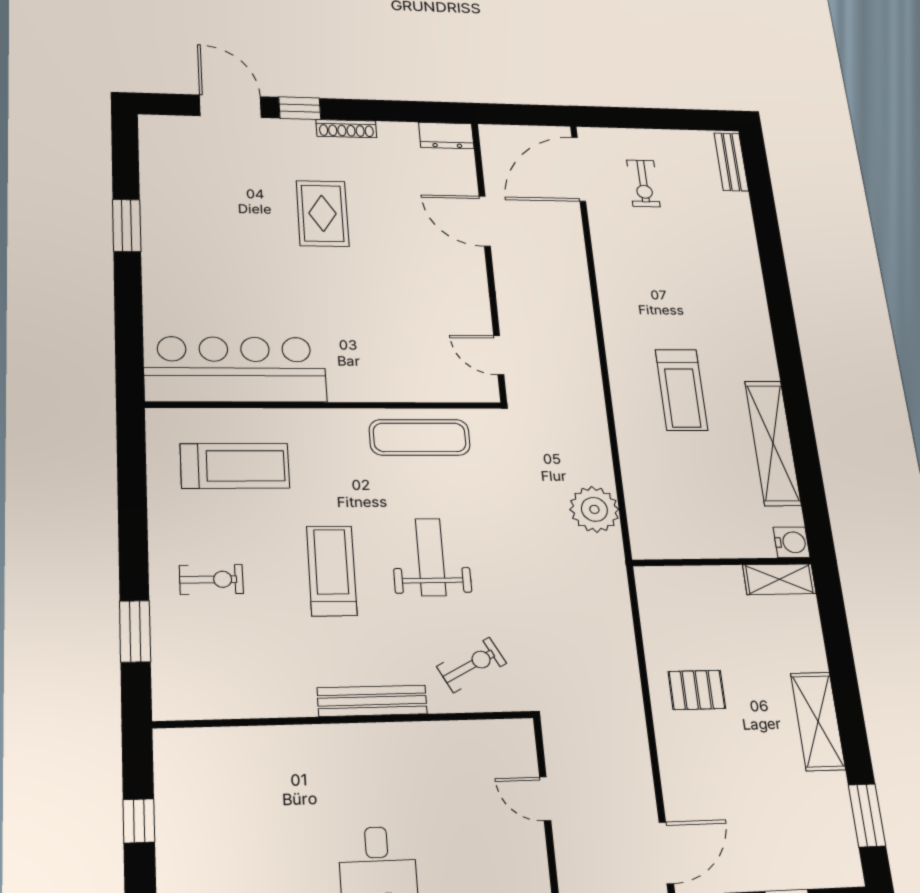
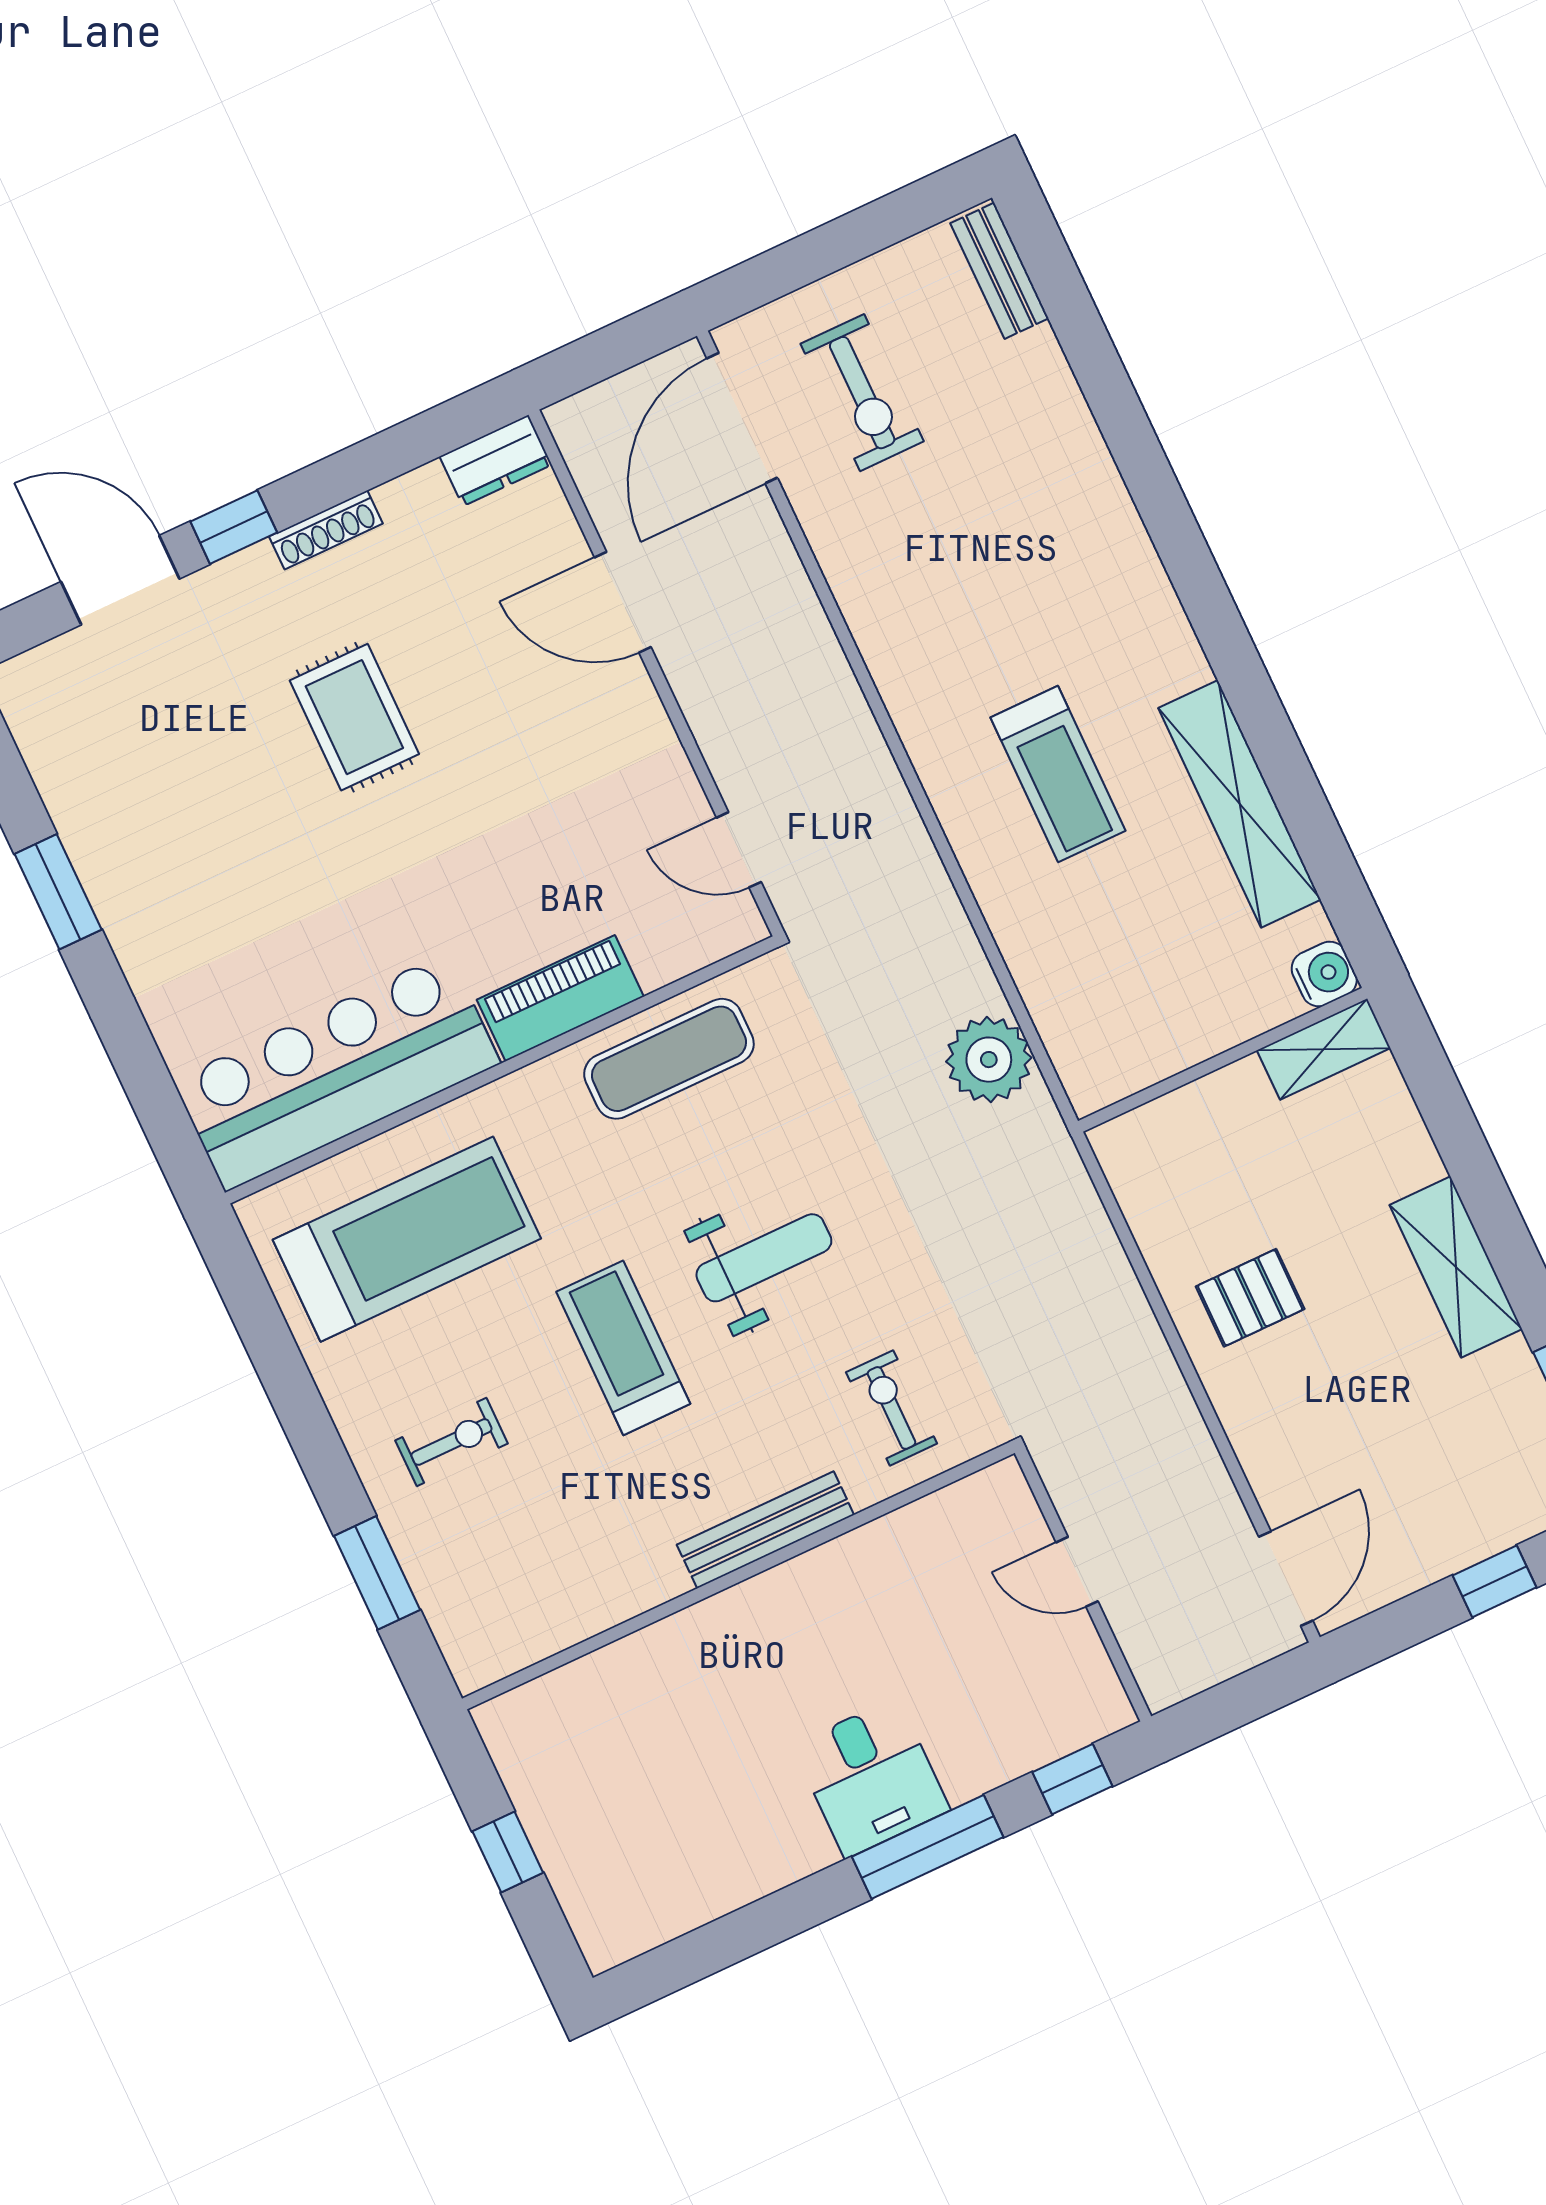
exercise bike: (643, 183) -> (862, 393), width x1.38, depth x1.39
piano: (373, 385) -> (560, 998), added
treadmill: (235, 466) -> (407, 1239), width x1.37, depth x1.38
weight bench: (431, 557) -> (764, 1258), turned 90
exercise bike: (472, 665) -> (892, 1408), turned -62

